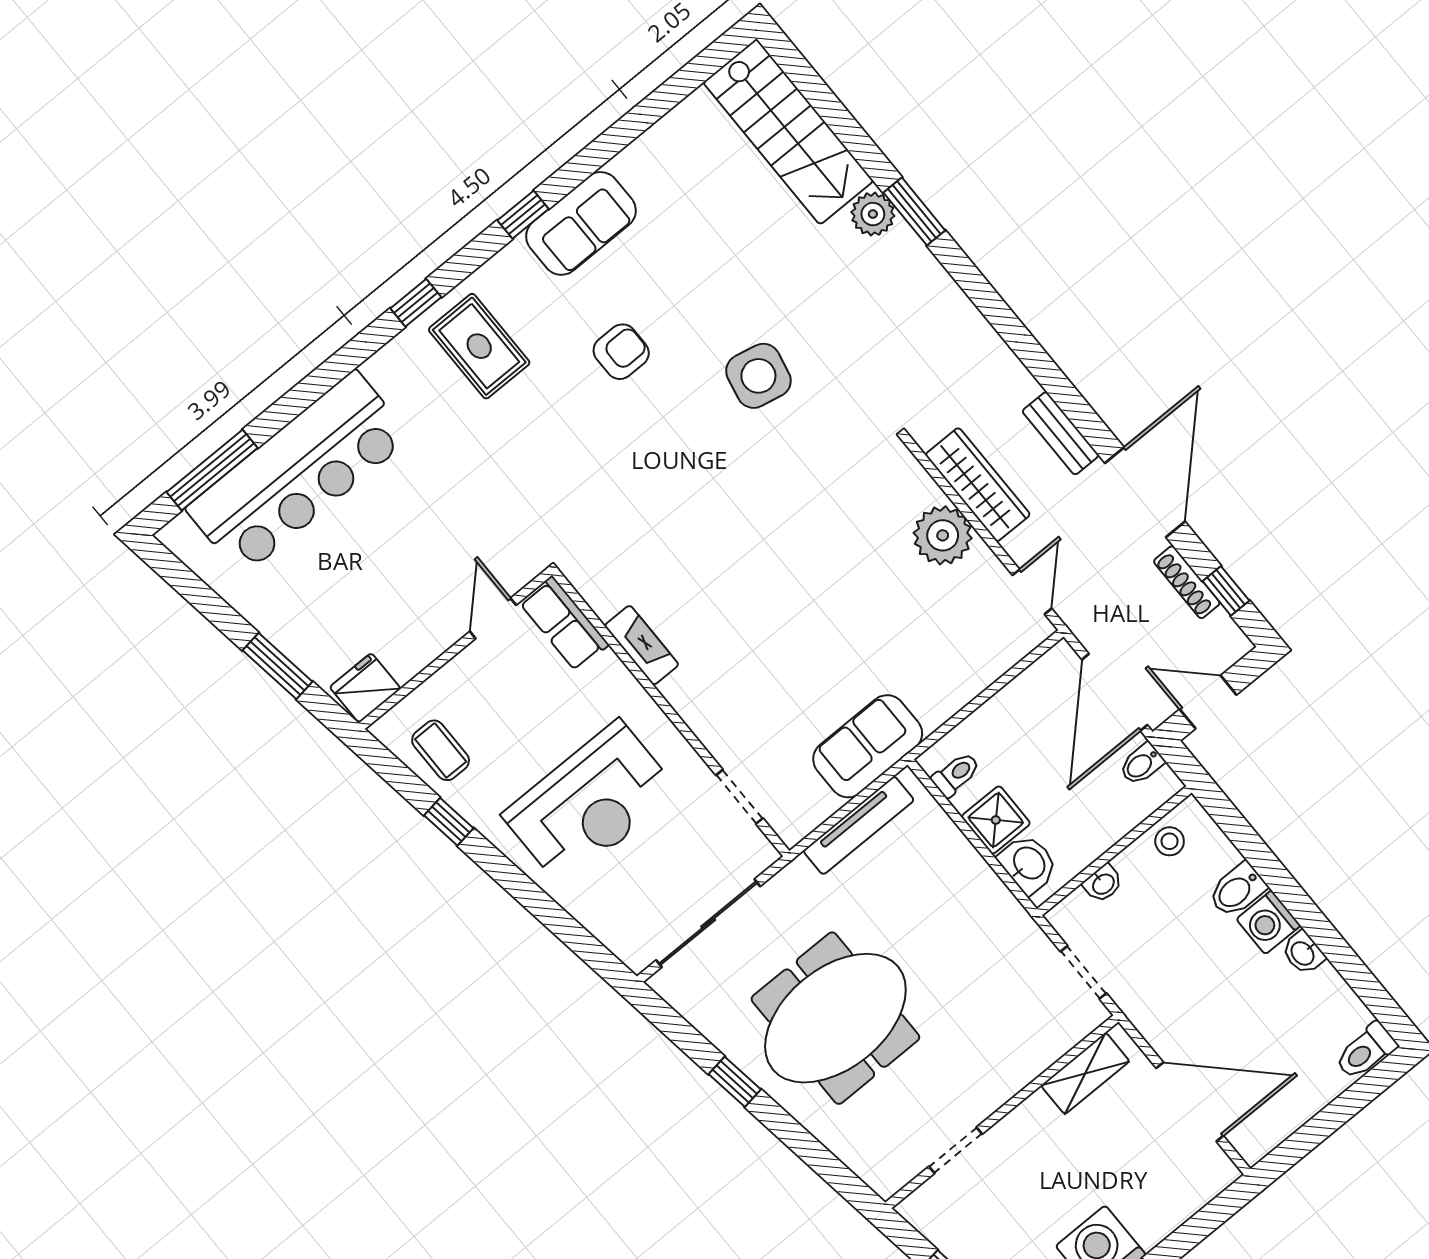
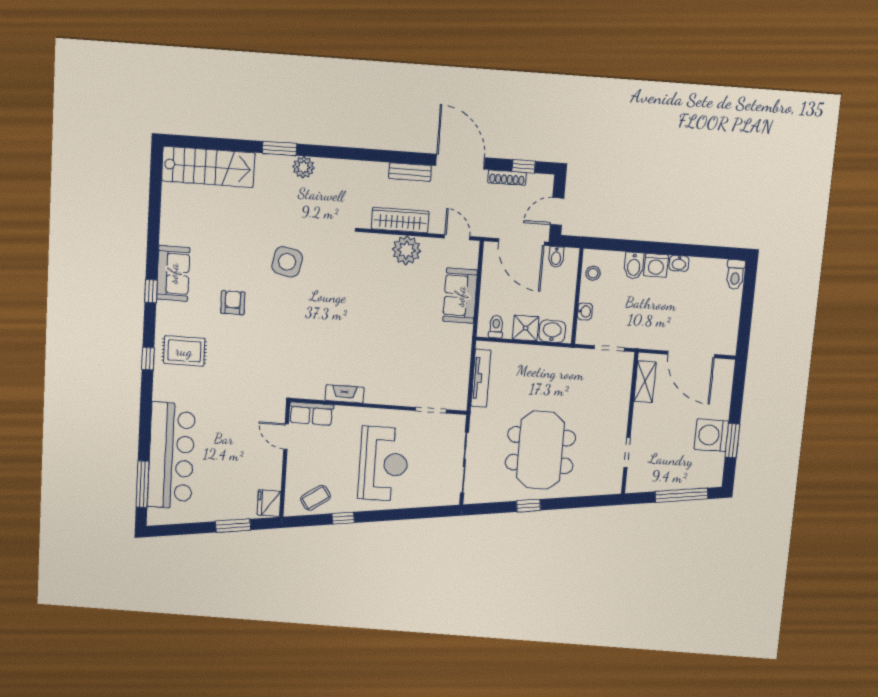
plant: (873, 214) -> (303, 167), moved
sofa: (868, 746) -> (460, 296), moved
coffee table: (441, 750) -> (316, 498), turned -35
door: (1190, 1102) -> (691, 354), swing flipped

